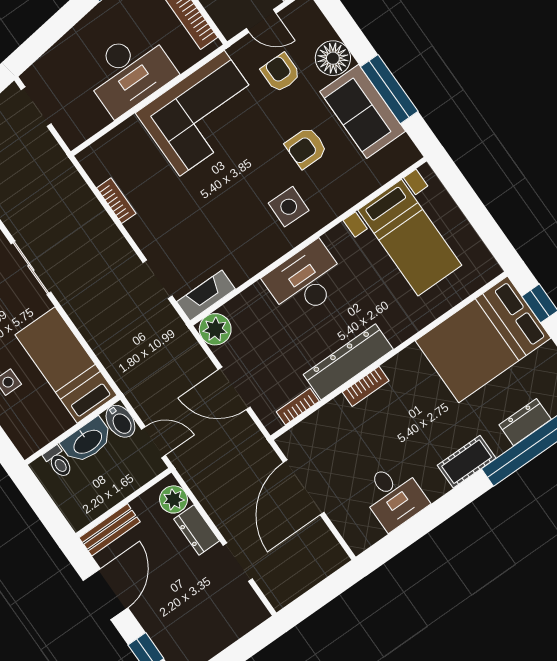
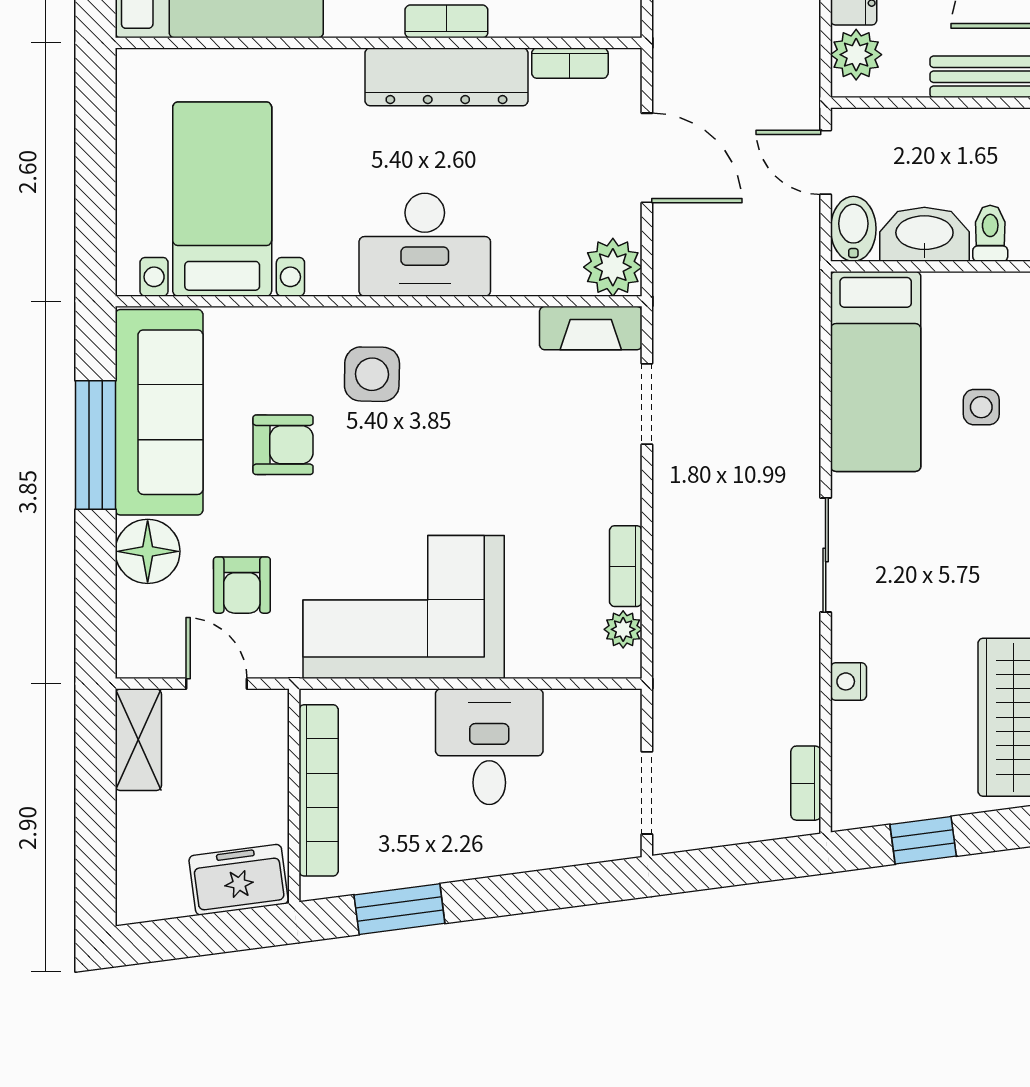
desk: (129, 72) -> (489, 747), width x0.73
sofa: (363, 111) -> (159, 412), width x1.36
plant: (98, 172) -> (623, 629), added

